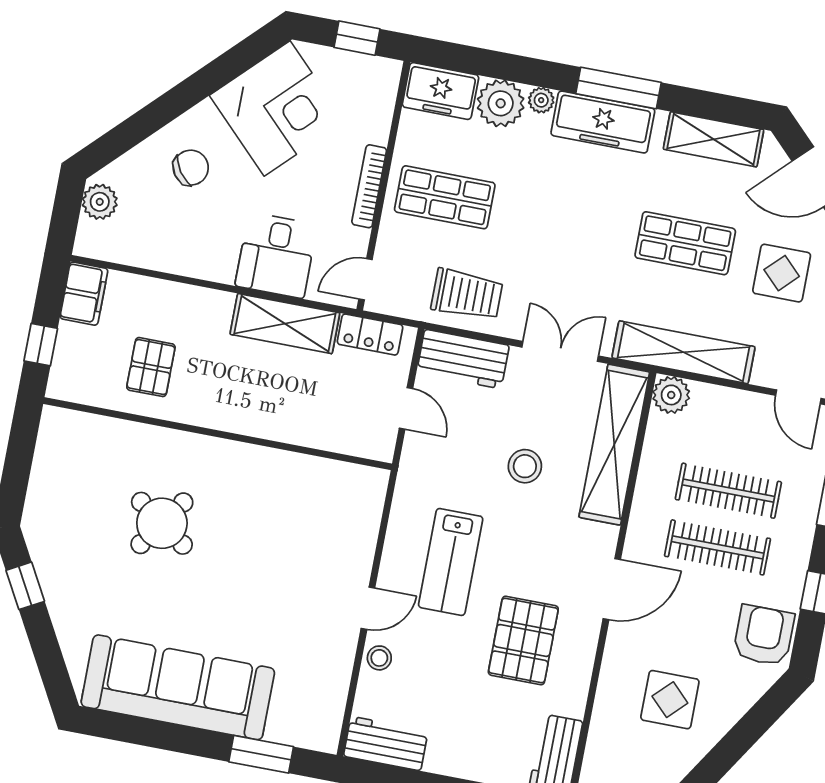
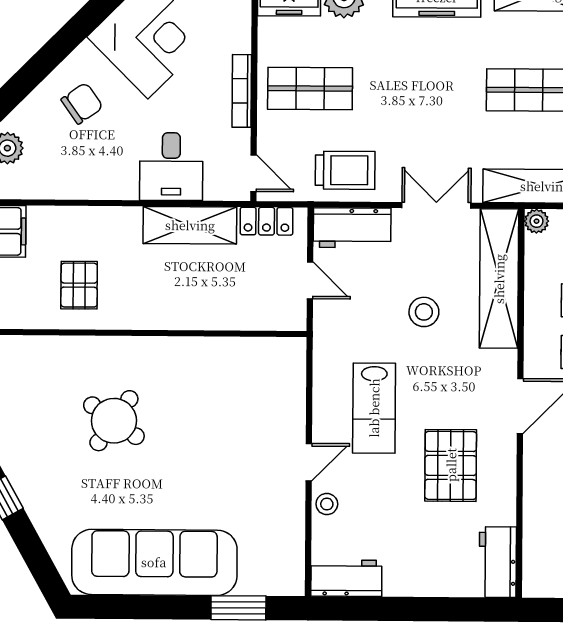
door: (365, 279) -> (254, 173), swing flipped
plant: (671, 395) -> (537, 221), width x0.73, depth x0.73

